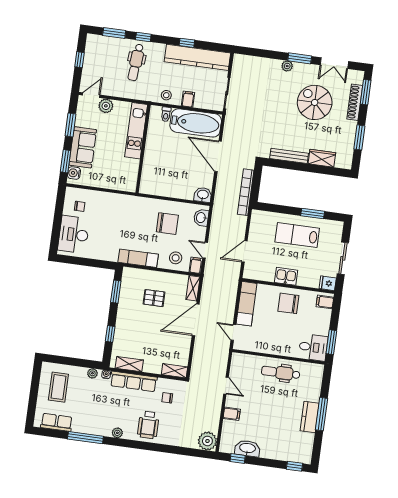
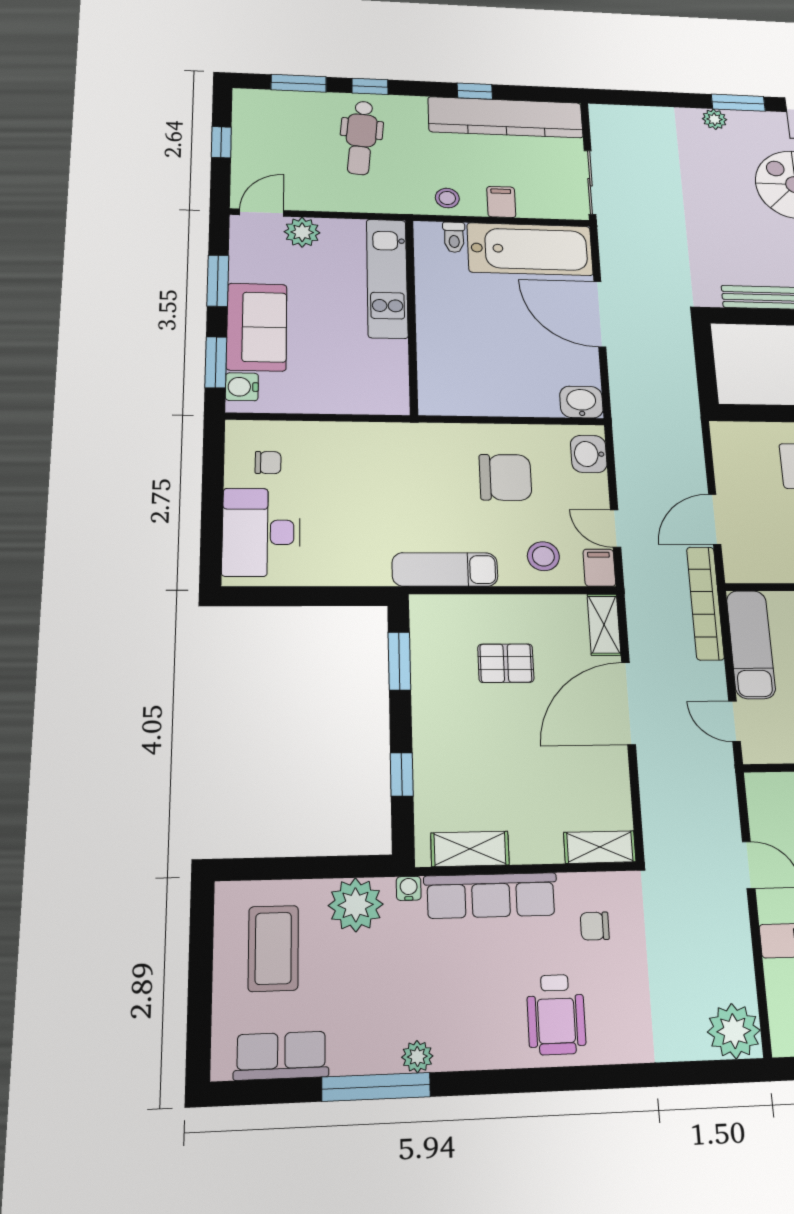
bookcase: (246, 192) -> (705, 603), moved
plant: (92, 373) -> (356, 905), width x1.87, depth x1.87
plant: (117, 433) -> (417, 1057), moved

